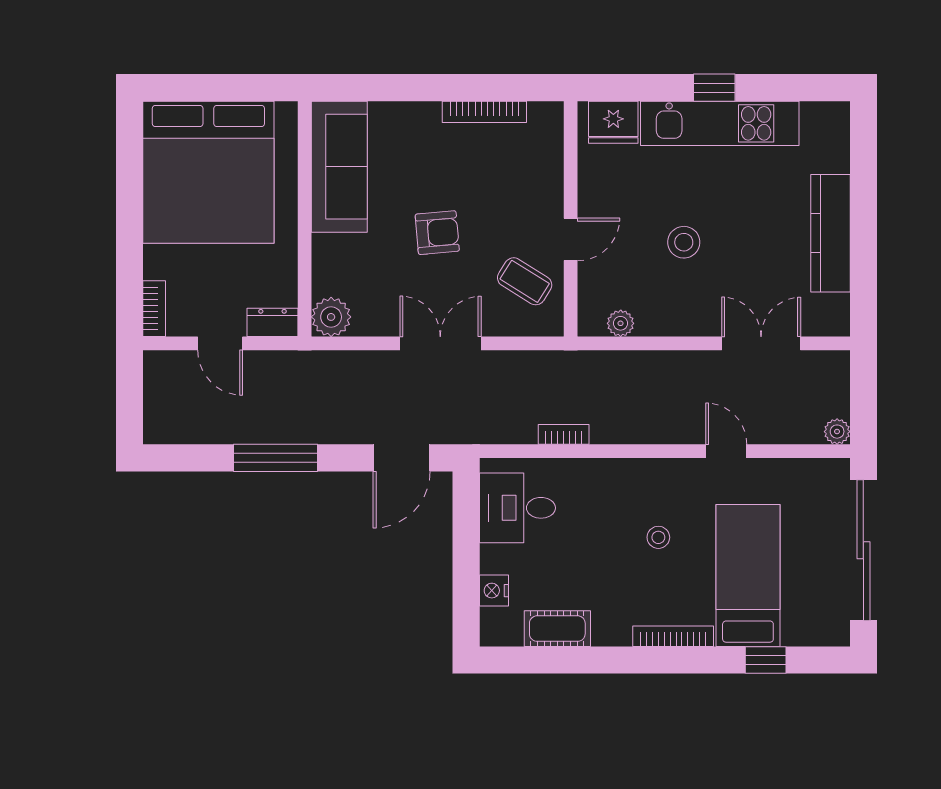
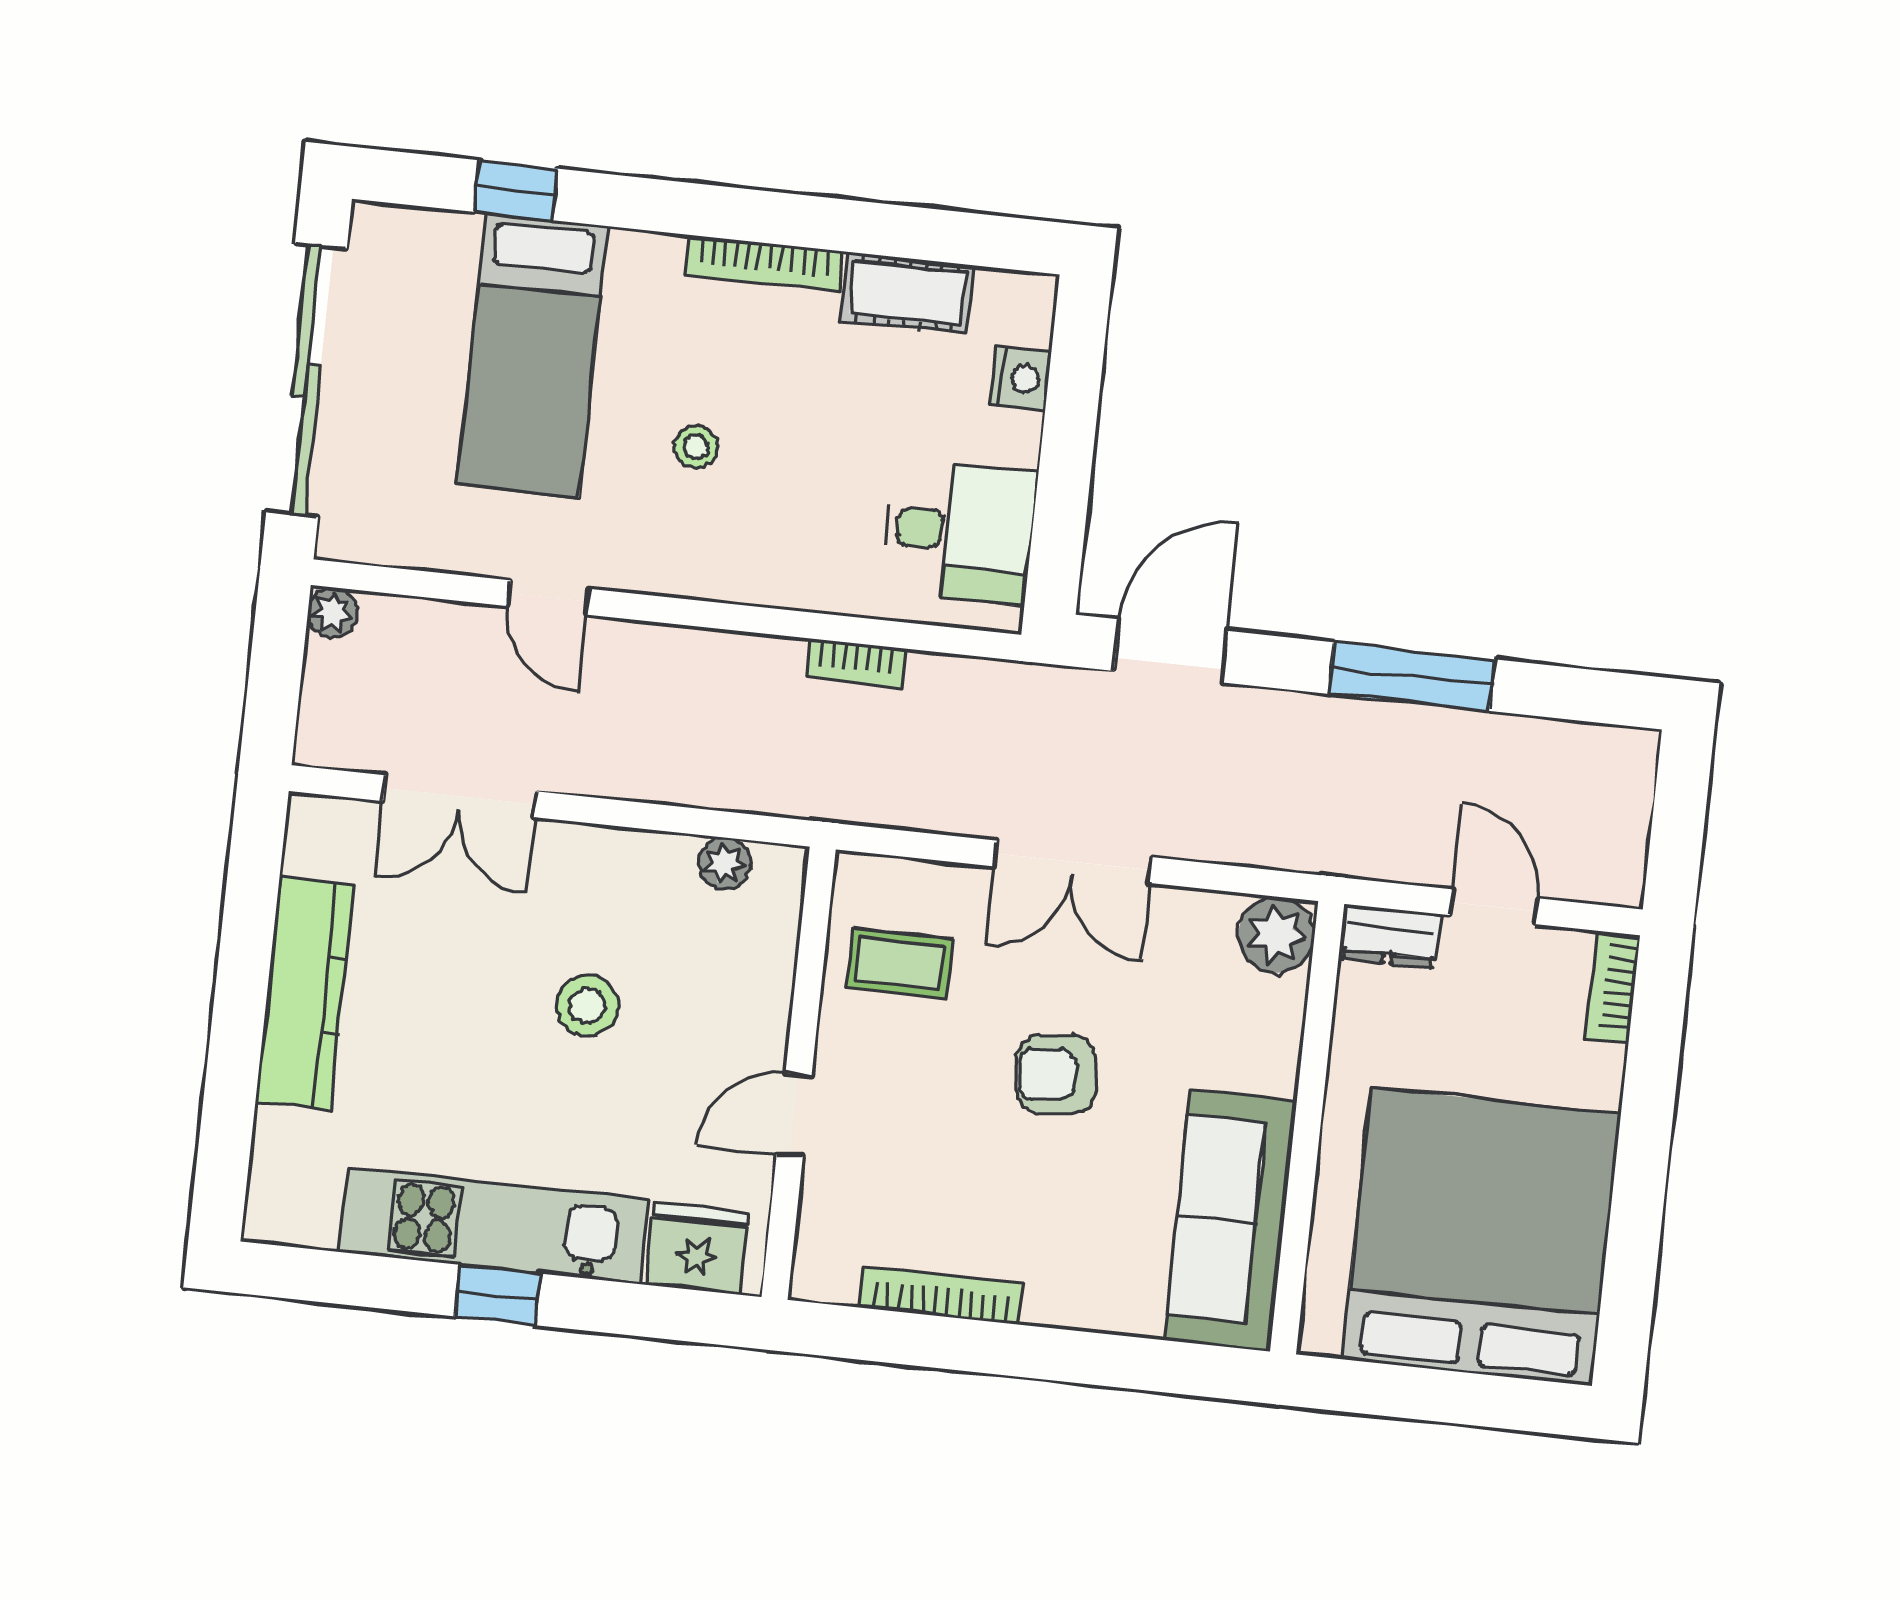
door: (571, 239) -> (794, 1115), moved
coffee table: (525, 281) -> (899, 963), turned -32
bookcase: (673, 636) -> (764, 263), moved

